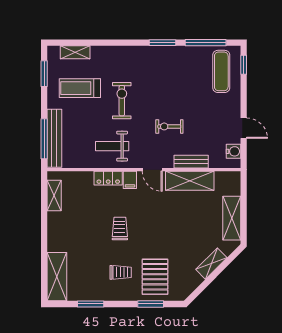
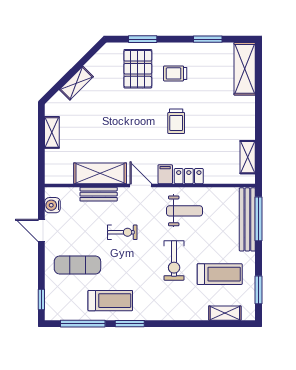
treadmill: (180, 64) -> (110, 301), added
exercise mat: (221, 71) -> (77, 265), moved, turned 90
shelving: (232, 218) -> (52, 132), width x0.67, depth x0.75

